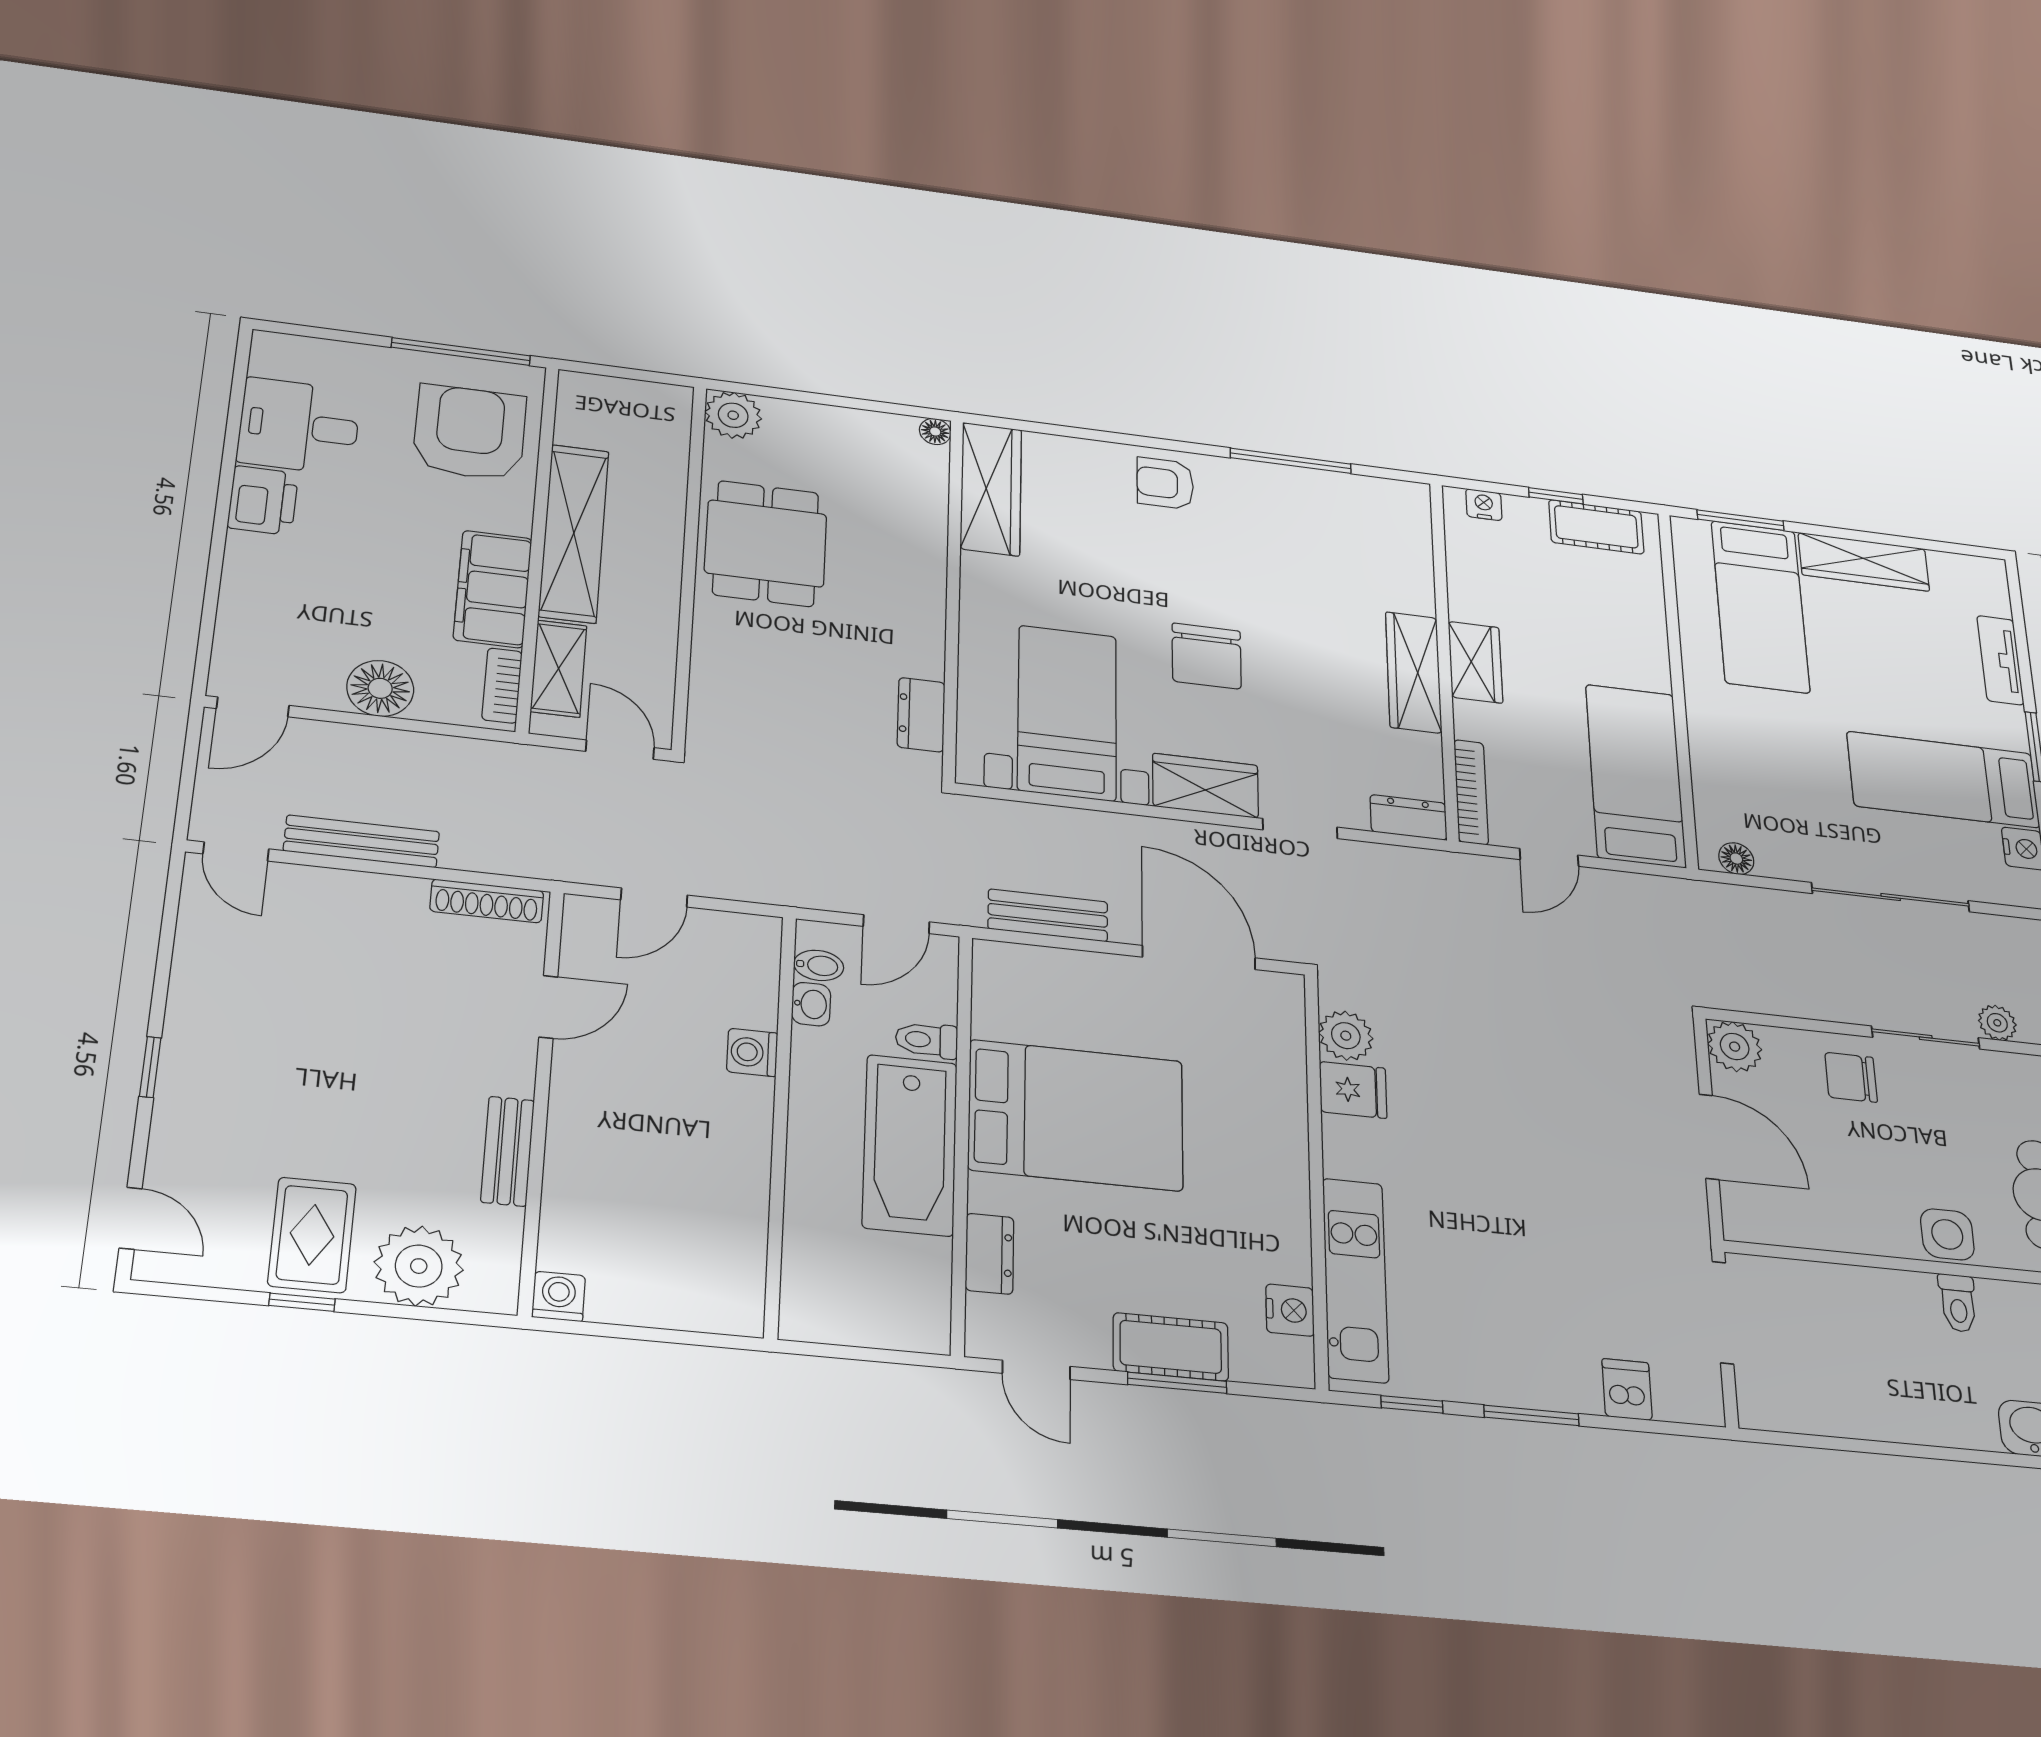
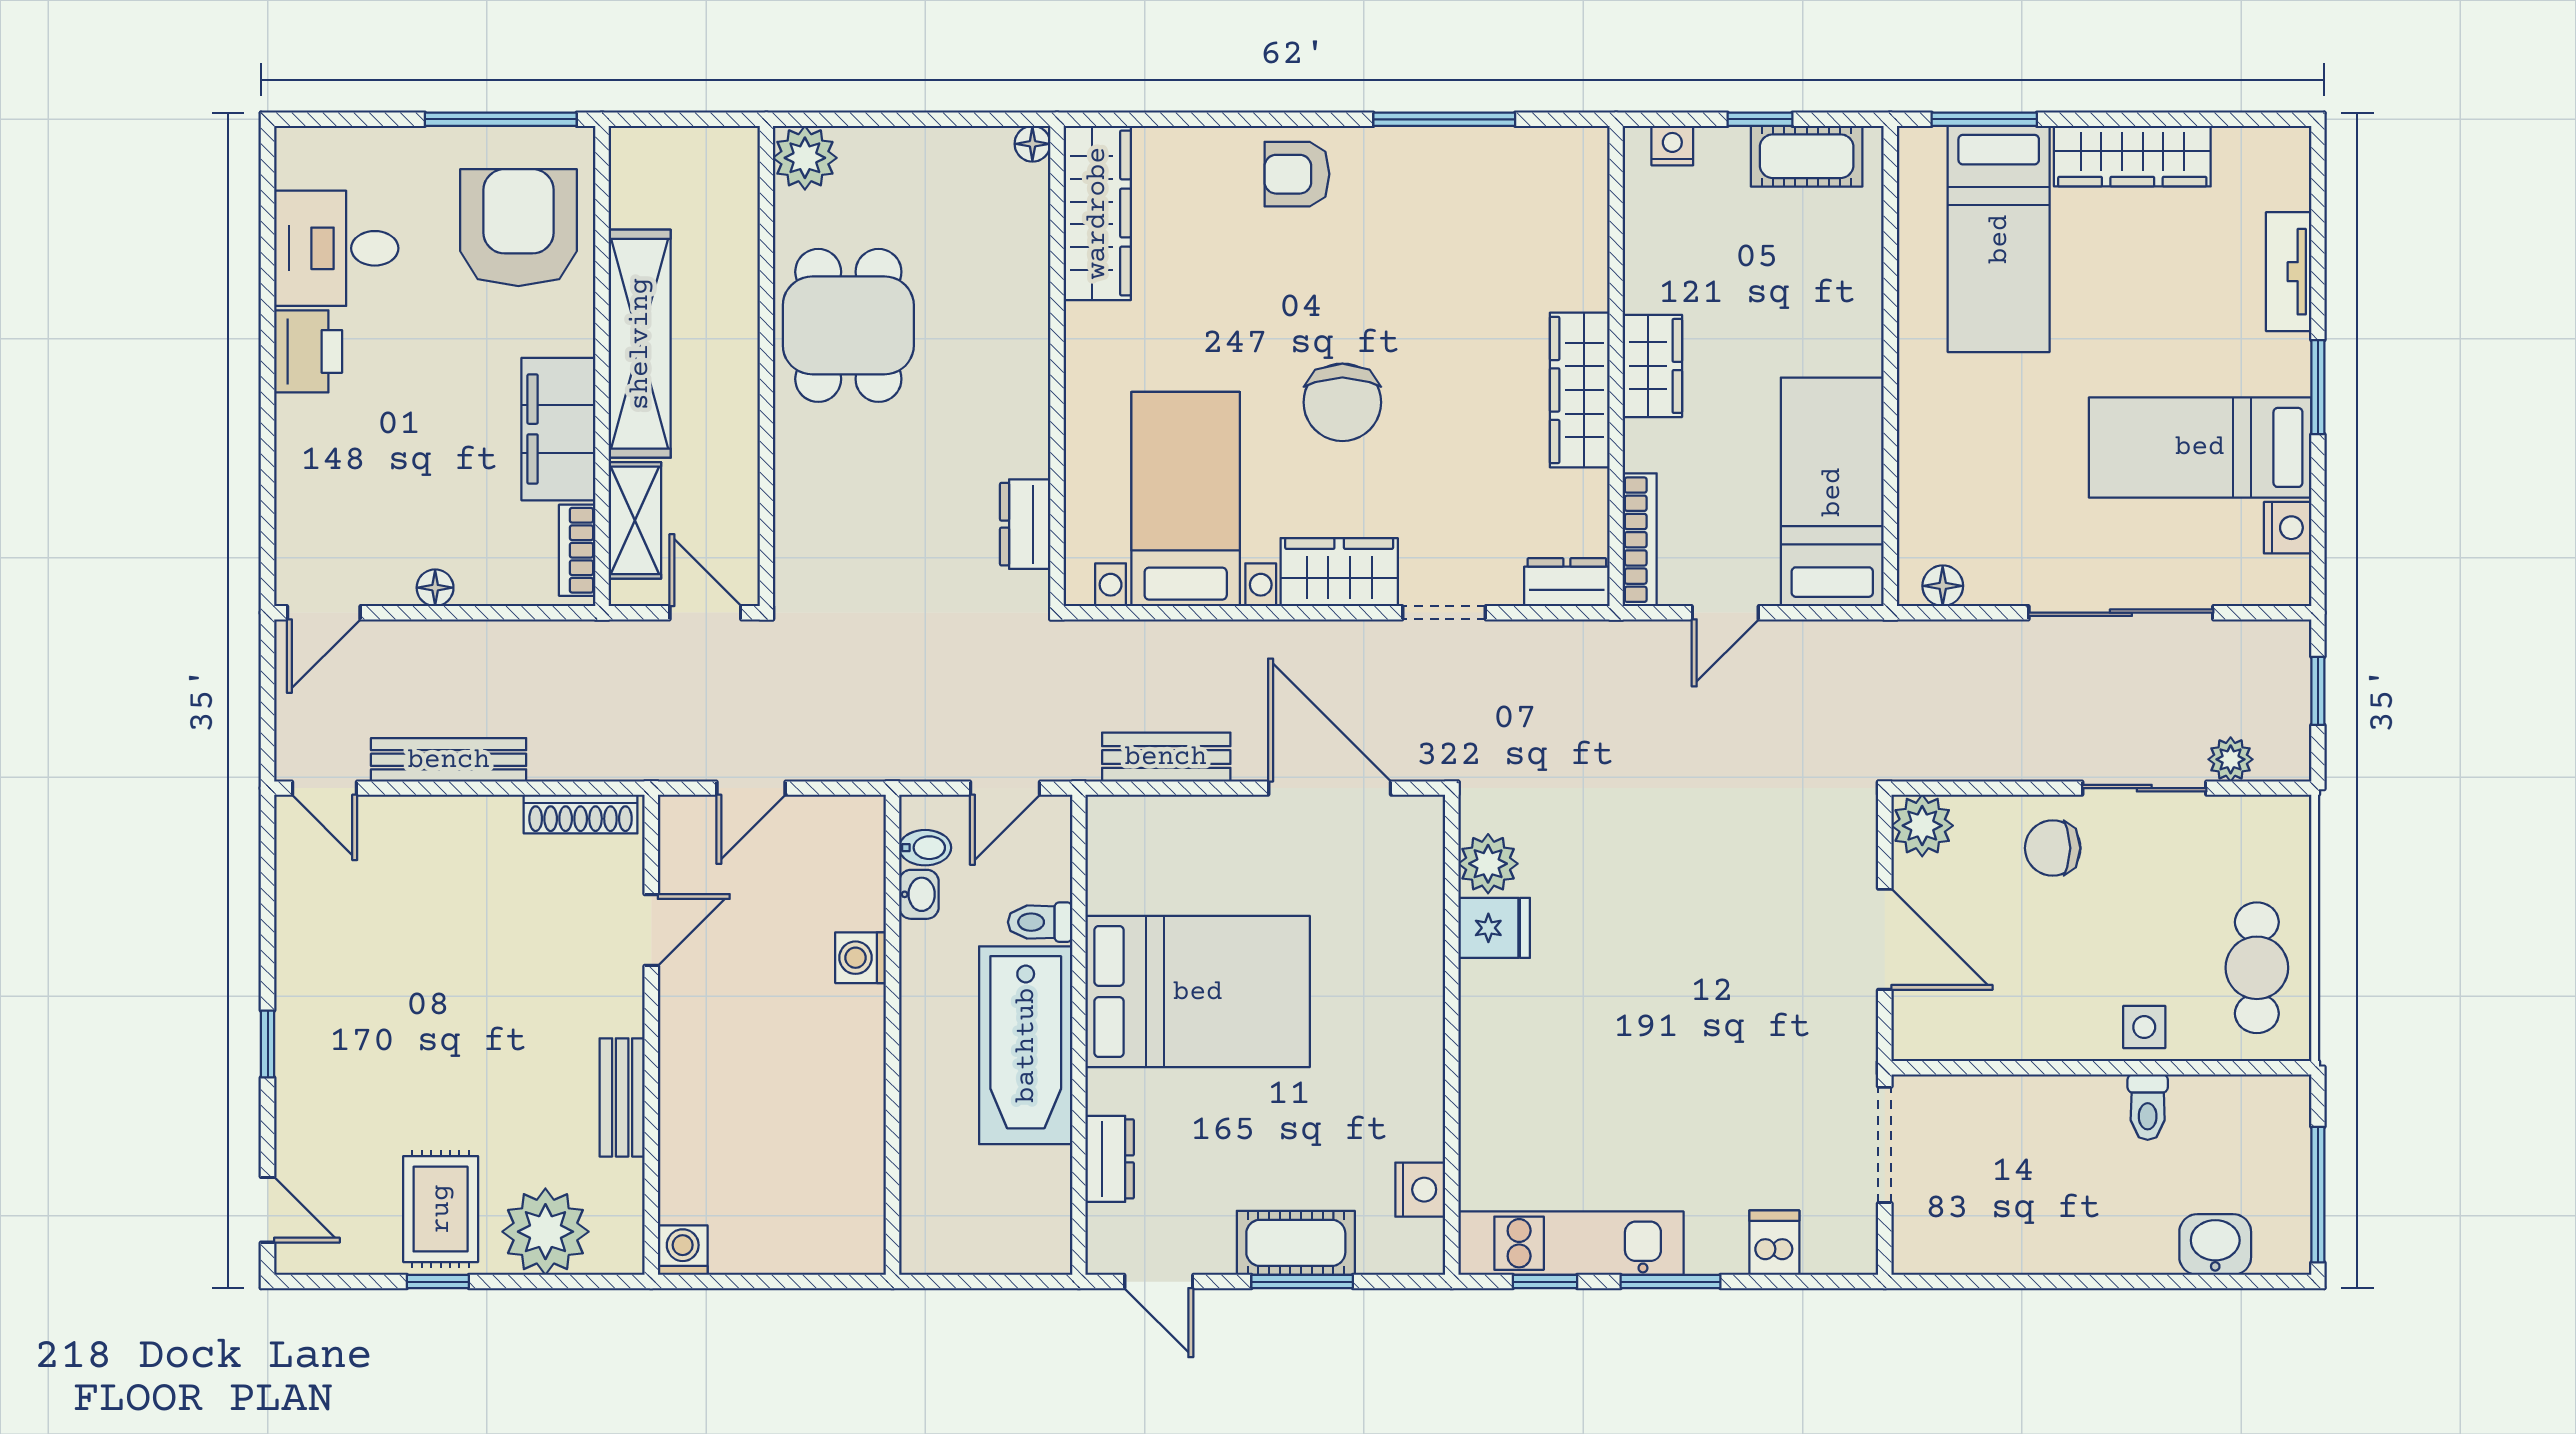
floor lamp: (380, 688) -> (435, 588), width x0.53, depth x0.53
side table: (1947, 1234) -> (2144, 1027), width x0.73, depth x0.73
kitchen unit: (1355, 1280) -> (1571, 1243), moved, turned -90

